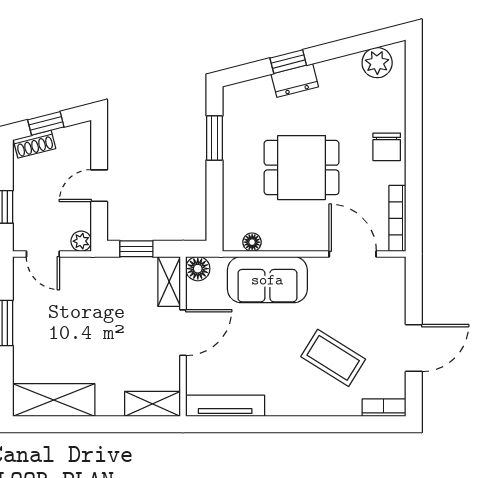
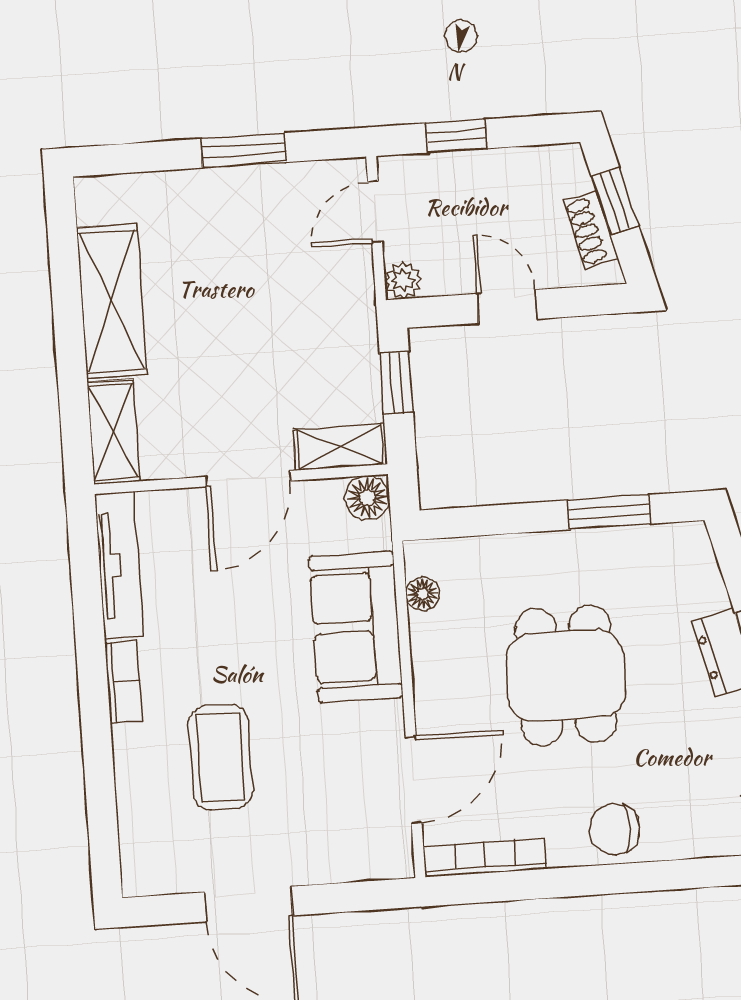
shoe rack: (35, 144) -> (591, 230), moved
door: (183, 333) -> (248, 479), hinge flipped
coffee table: (333, 358) -> (221, 757), turned -32
shelving: (54, 400) -> (112, 301), moved
bookcase: (384, 408) -> (124, 682), moved

